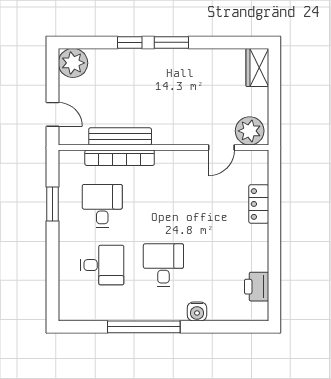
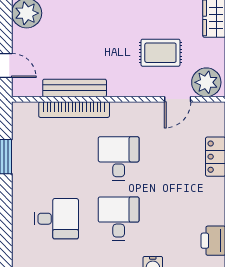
rug: (205, 102) -> (160, 53), added
desk: (102, 206) -> (119, 159), moved

